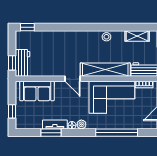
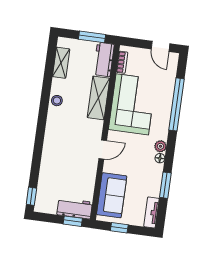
shelving: (105, 70) -> (98, 98), width x0.68
window: (12, 111) -> (119, 228), moved
tv unit: (55, 125) -> (151, 213), moved

